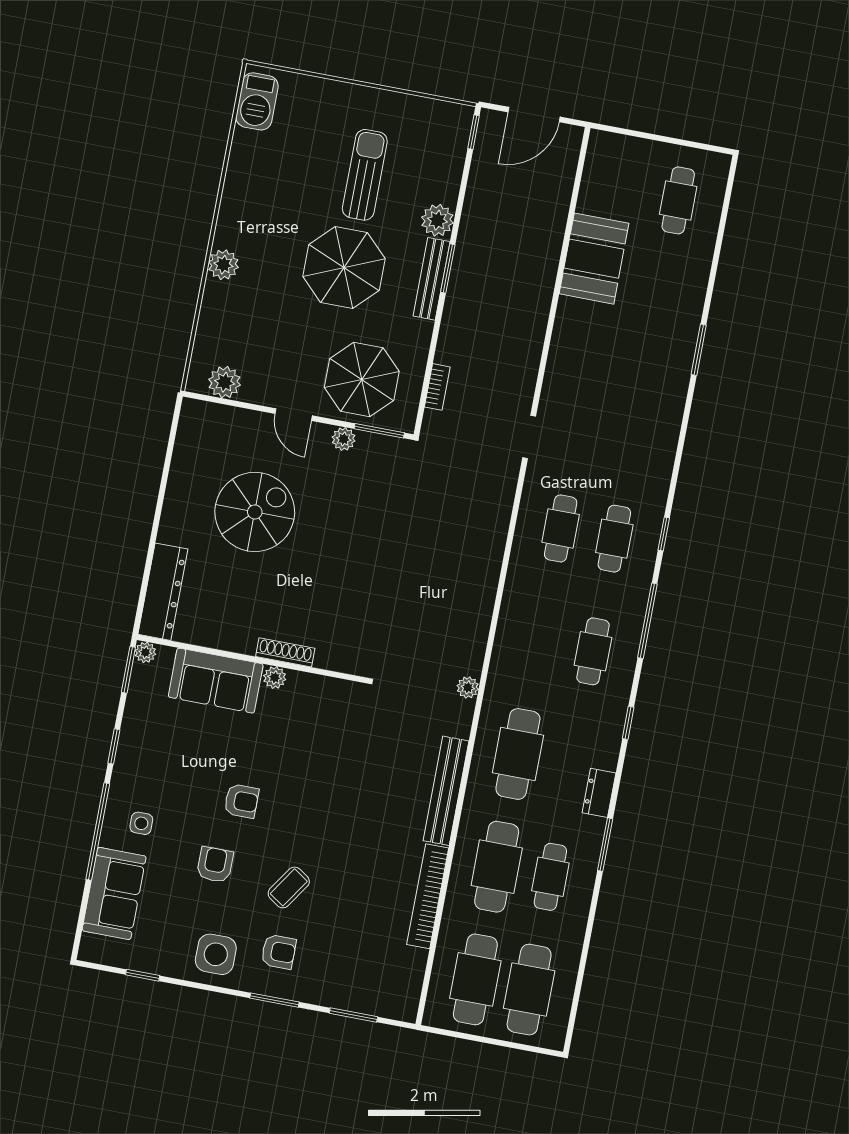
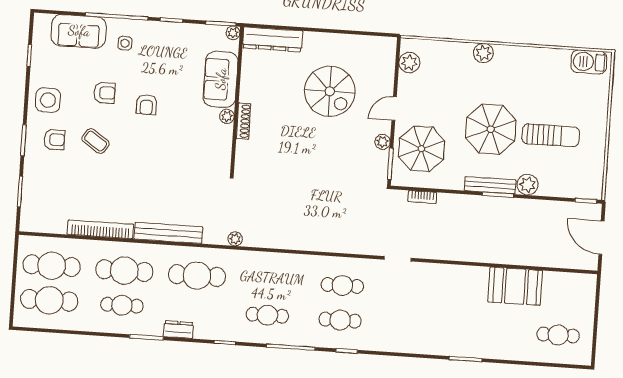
armchair: (279, 952) -> (54, 139), turned -90

